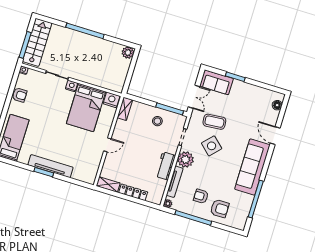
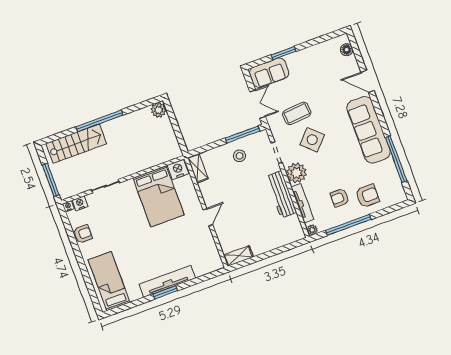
stairs: (37, 42) -> (76, 144), moved, turned 90
nightstand: (72, 86) -> (80, 203), moved
workbench: (165, 166) -> (281, 194), width x1.38
locker: (133, 192) -> (269, 245), removed

